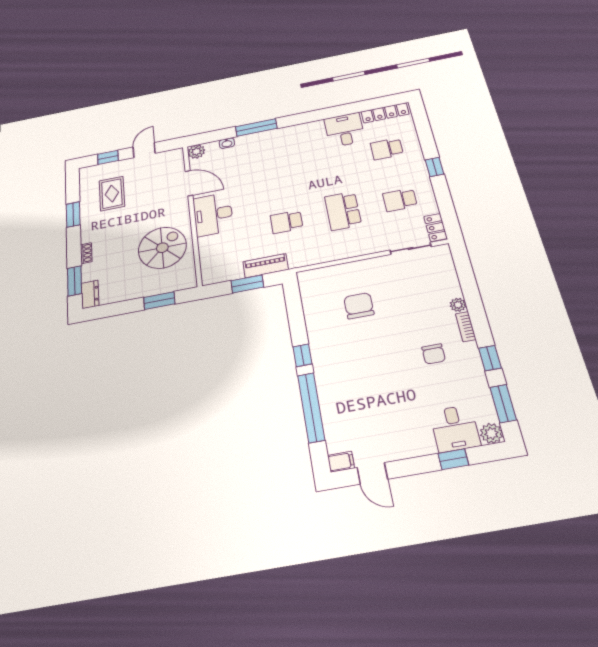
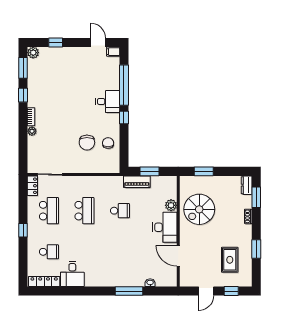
plant: (196, 152) -> (171, 205), moved
school desk: (400, 200) -> (49, 211), width x1.85
chair: (434, 354) -> (108, 143), moved
desk: (455, 428) -> (108, 101), moved, turned 90

